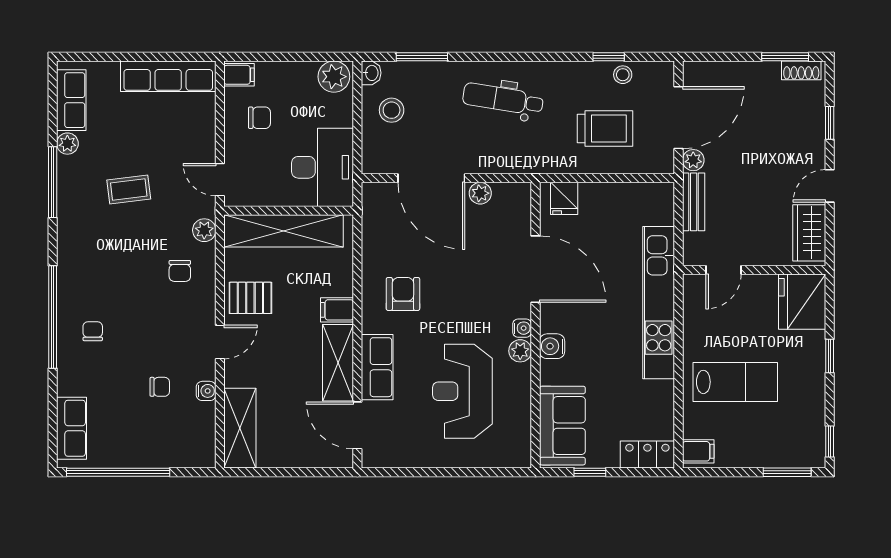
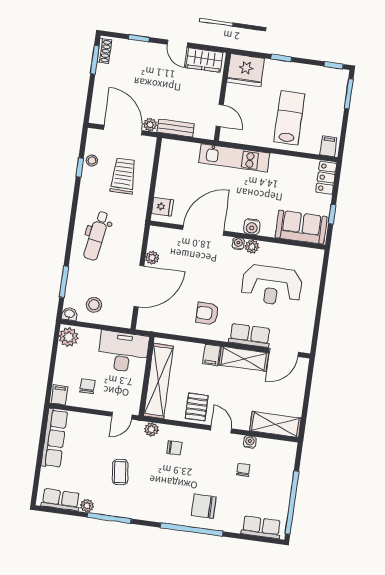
kitchen unit: (659, 303) -> (234, 158), width x0.73
chair: (93, 331) -> (204, 506), width x1.87, depth x1.87

